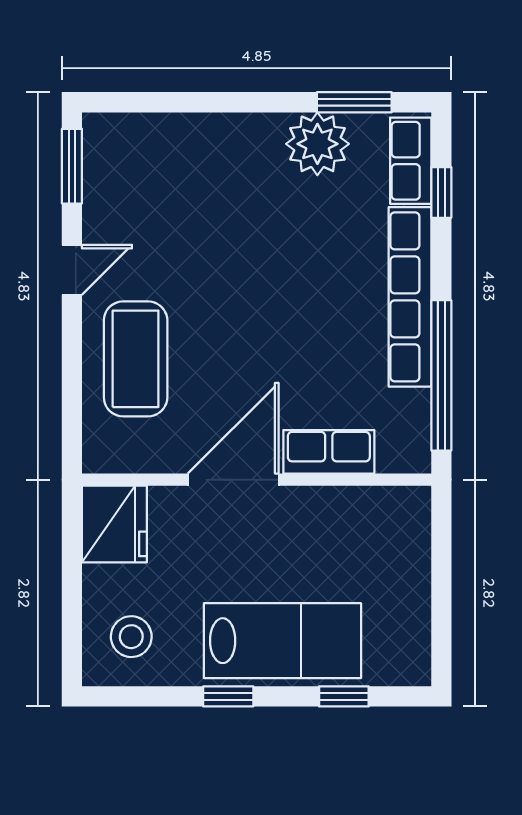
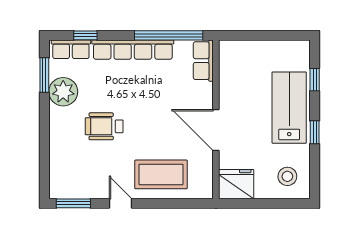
wheelchair: (241, 234) -> (104, 126), added
row of seats: (329, 452) -> (203, 61), moved

